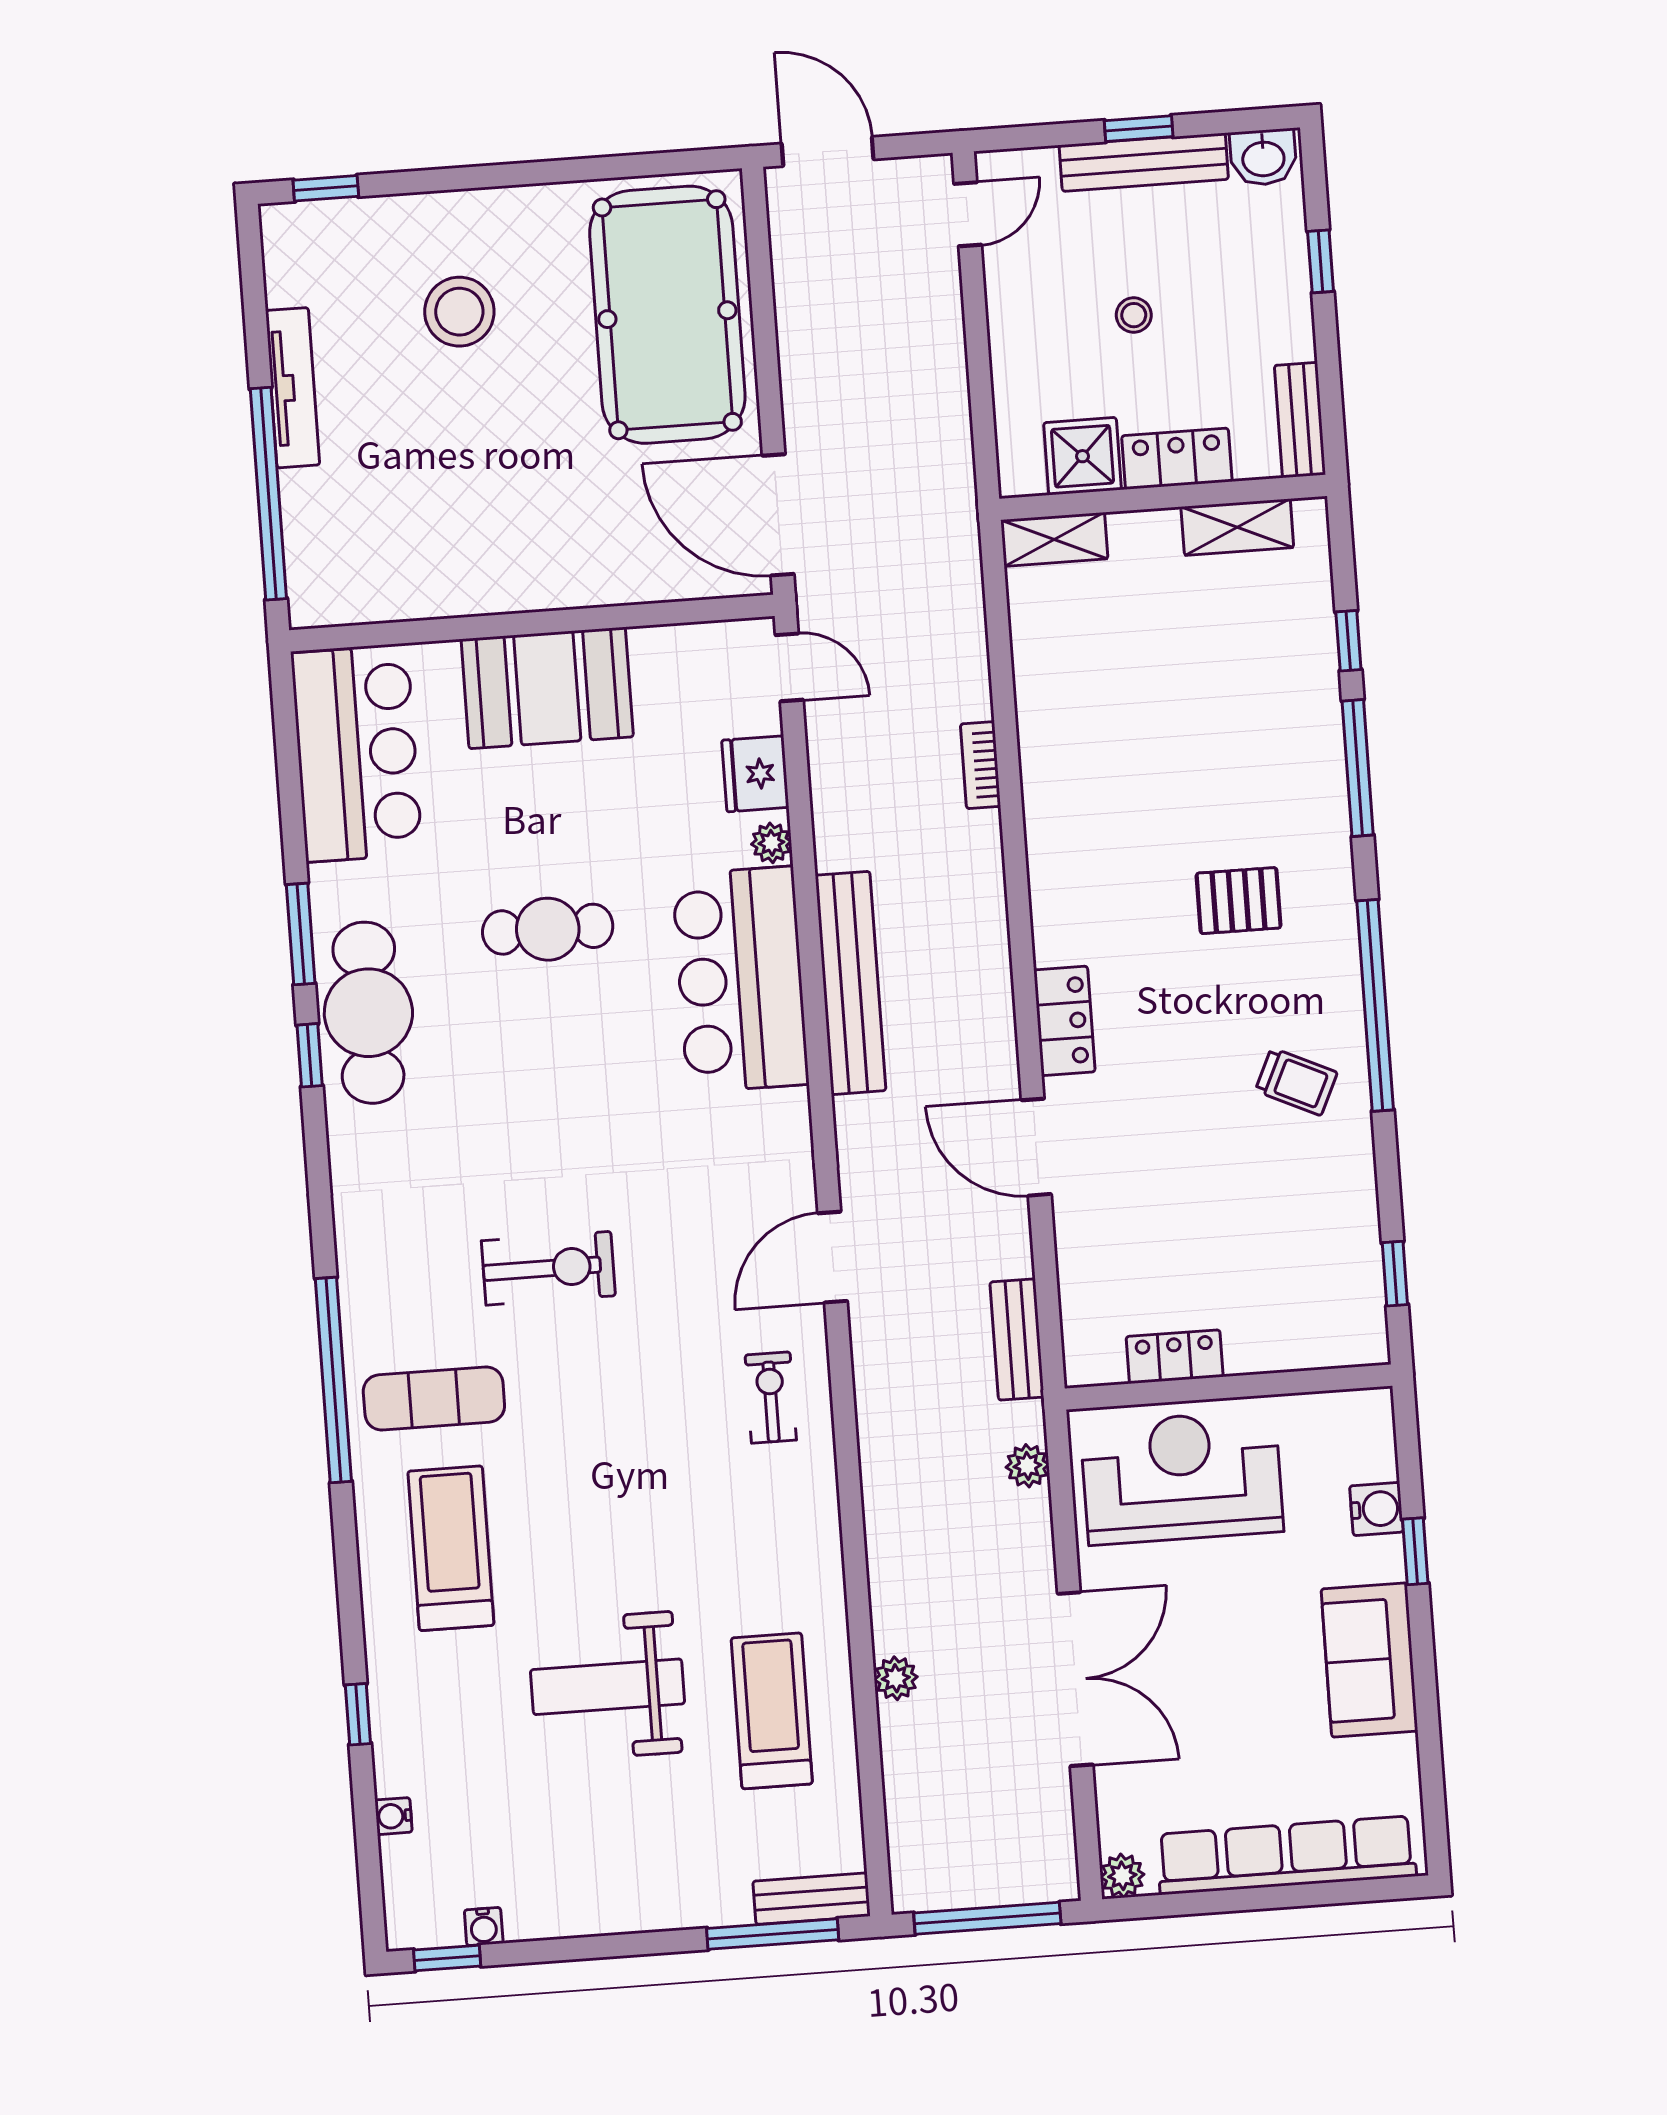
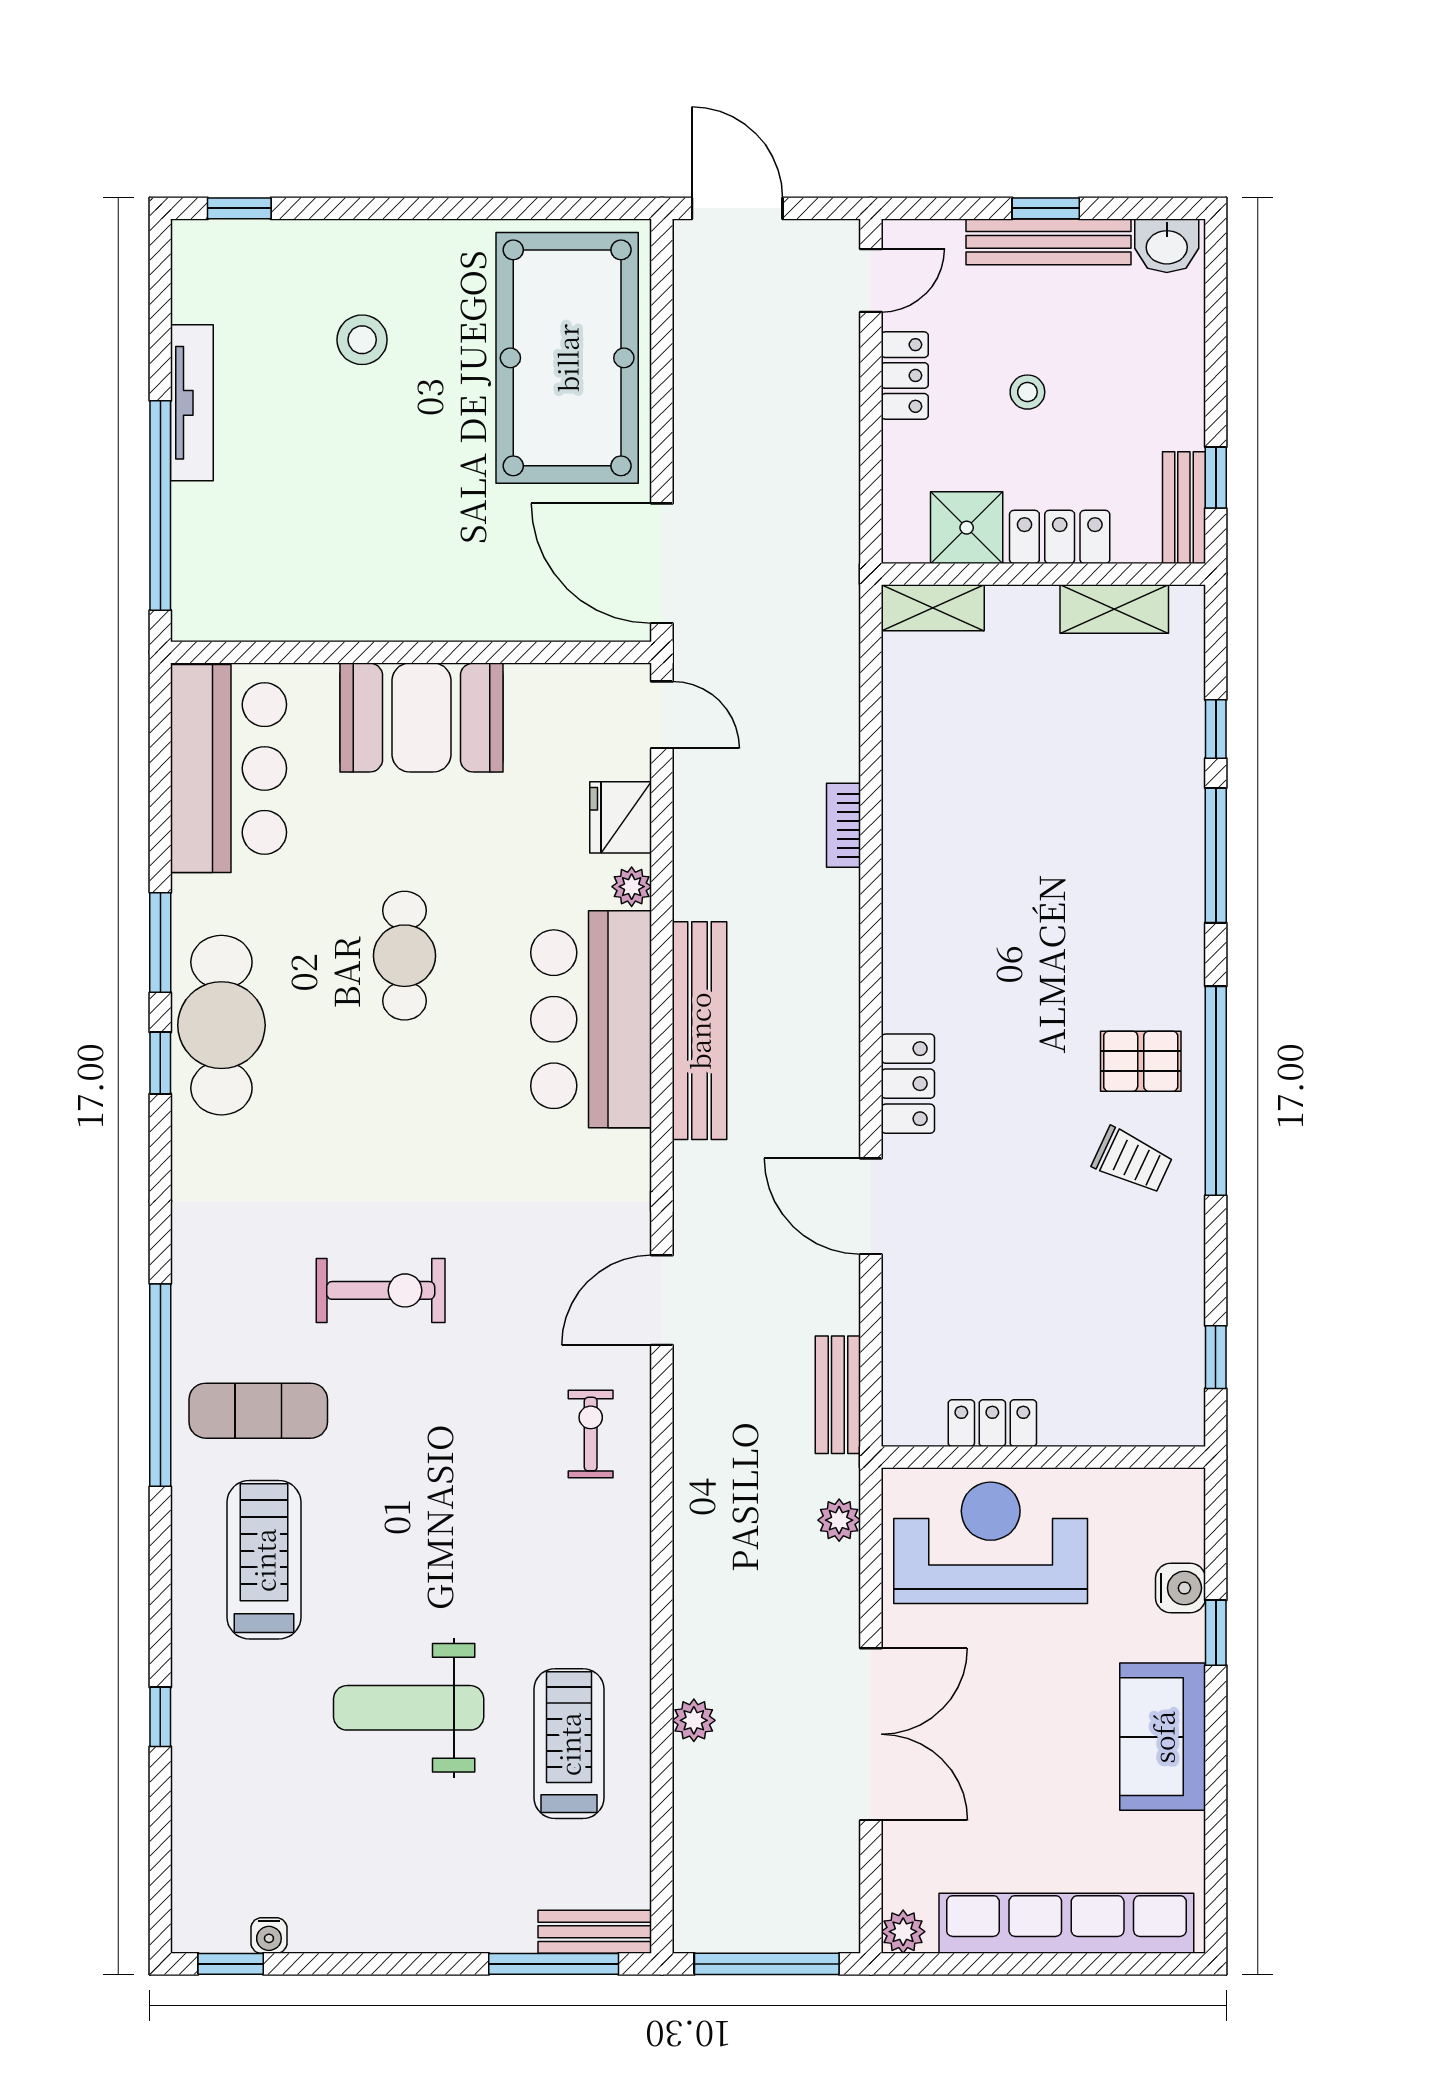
window: (1321, 261) -> (1216, 478), moved
locker: (1009, 307) -> (905, 375), added
stool: (459, 312) -> (362, 340), width x0.73, depth x0.73
pallet: (1239, 901) -> (1141, 1061), moved
cafe table: (548, 929) -> (404, 956), turned 90
water cooler: (394, 1816) -> (188, 1820), removed

